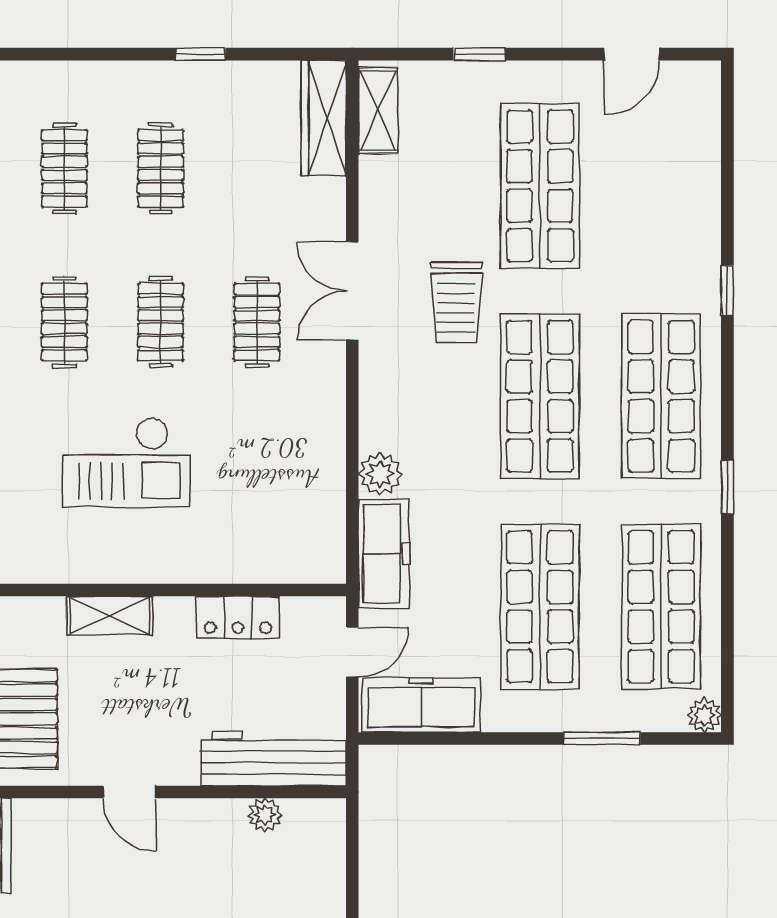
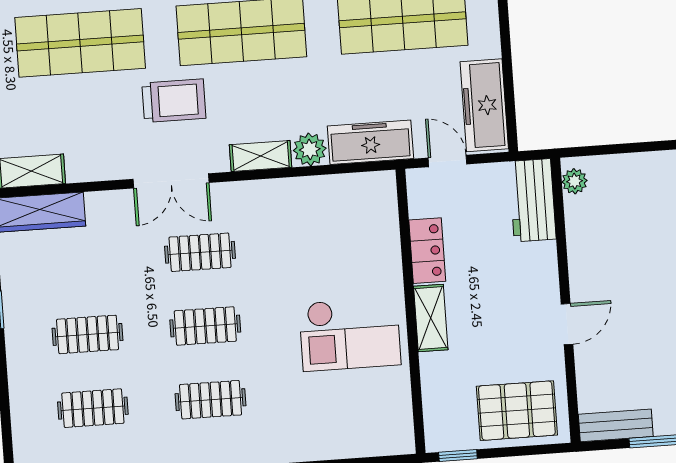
shelving: (376, 410) -> (261, 156), added
checkout: (126, 462) -> (350, 334), moved, turned 90
shelving: (110, 616) -> (431, 318), moved
workbench: (274, 759) -> (532, 200), width x0.73
plant: (265, 815) -> (574, 181), moved

